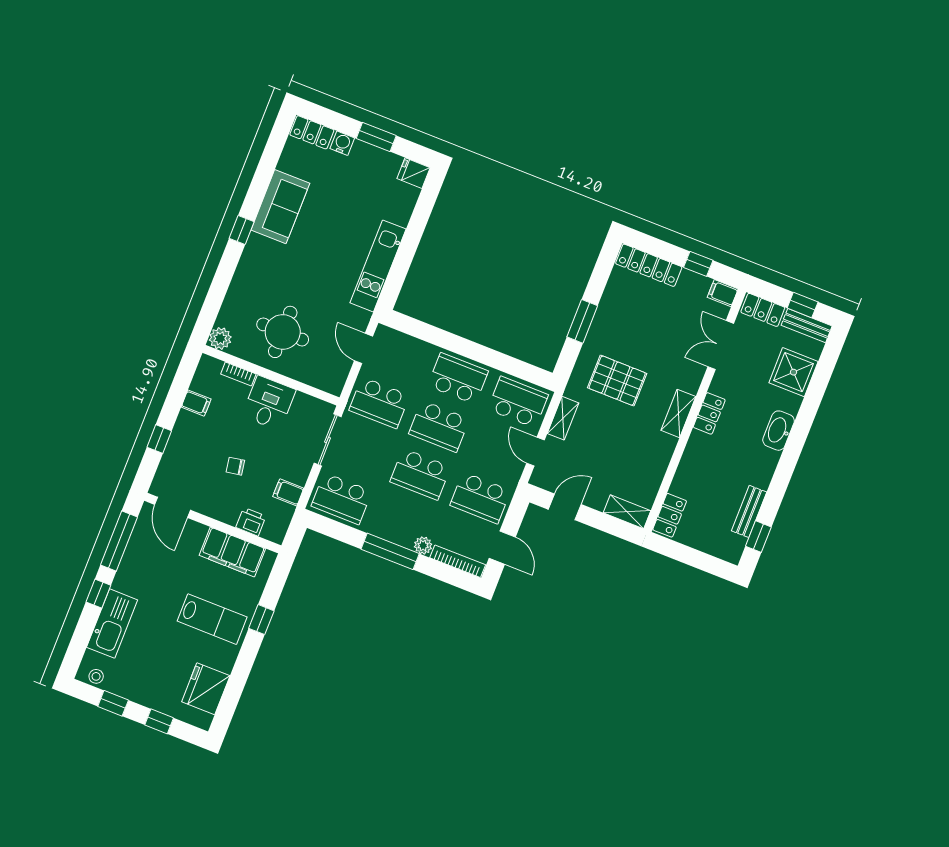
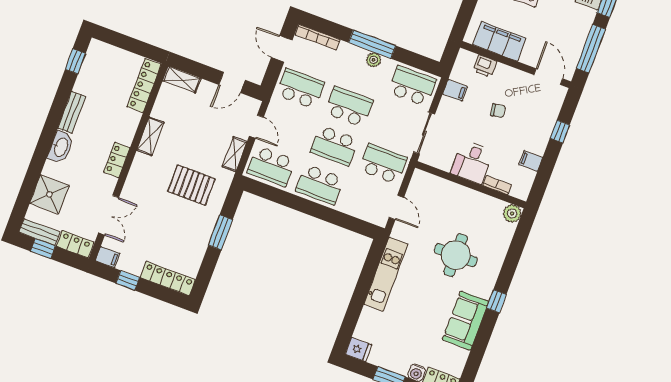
round table: (283, 332) -> (456, 255), moved
shelving: (678, 413) -> (150, 136), moved
school desk: (439, 426) -> (334, 146), turned 180
bench: (749, 511) -> (72, 112), moved
locker: (670, 515) -> (144, 86), width x1.53
plant: (423, 546) -> (374, 60), moved

